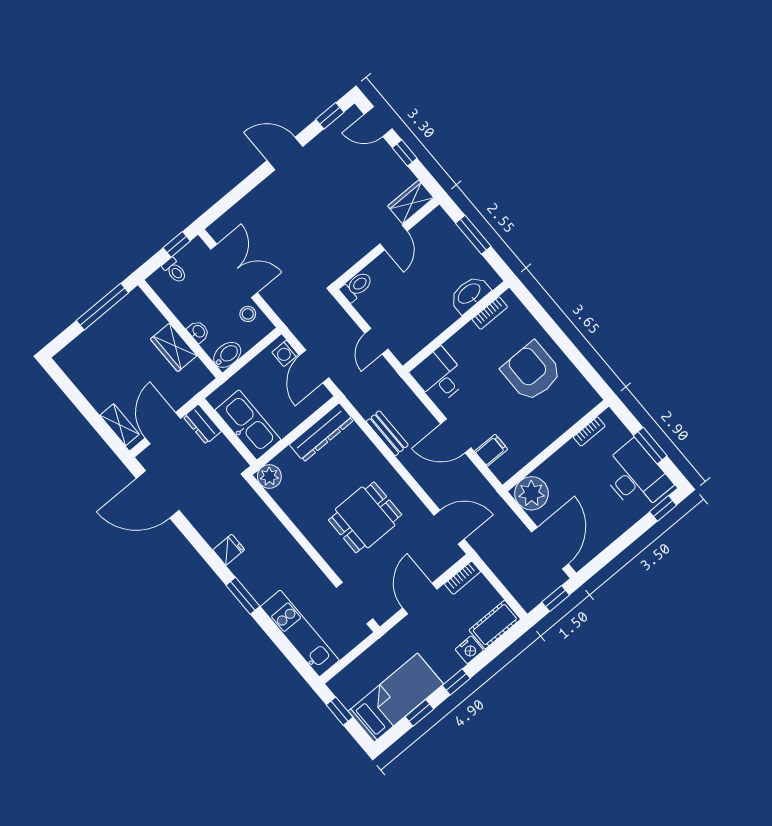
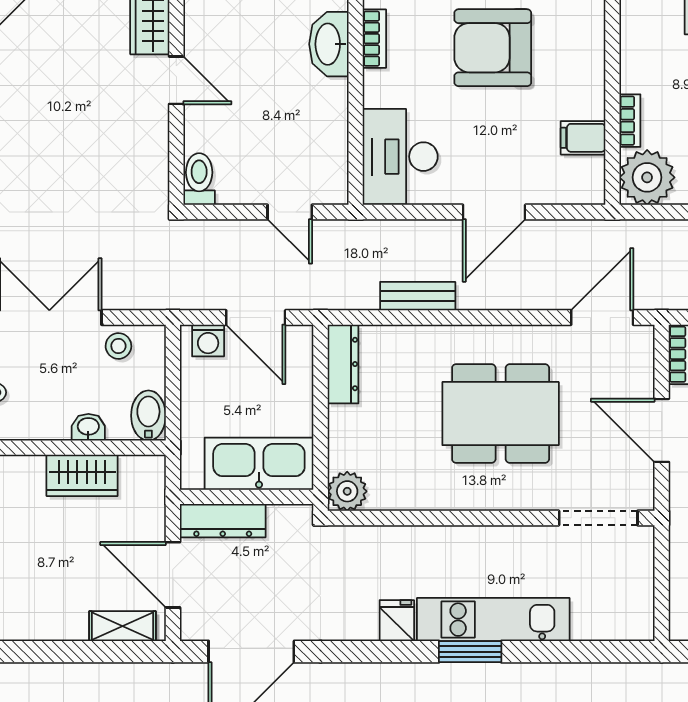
desk: (439, 376) -> (400, 157), width x1.37
dresser: (202, 424) -> (223, 521), width x1.44
bookcase: (589, 431) -> (630, 121), moved
dresser: (322, 432) -> (343, 364), width x0.73, depth x0.80
filing cabinet: (491, 450) -> (583, 138), moved, turned -90
dining table: (365, 517) -> (501, 414), width x1.38
kitchen unit: (300, 633) -> (493, 620), moved

